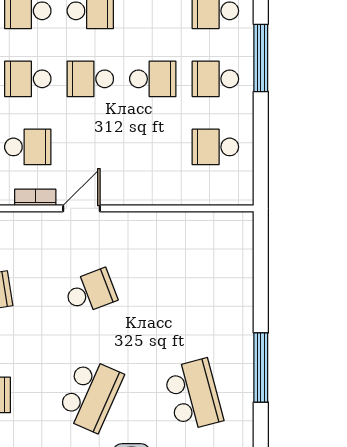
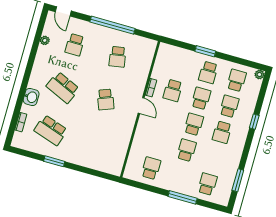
school desk: (153, 79) -> (186, 150), turned 180
school desk: (215, 79) -> (179, 176), removed
window: (261, 368) -> (54, 161), width x0.69
school desk: (193, 395) -> (51, 130), turned 33

